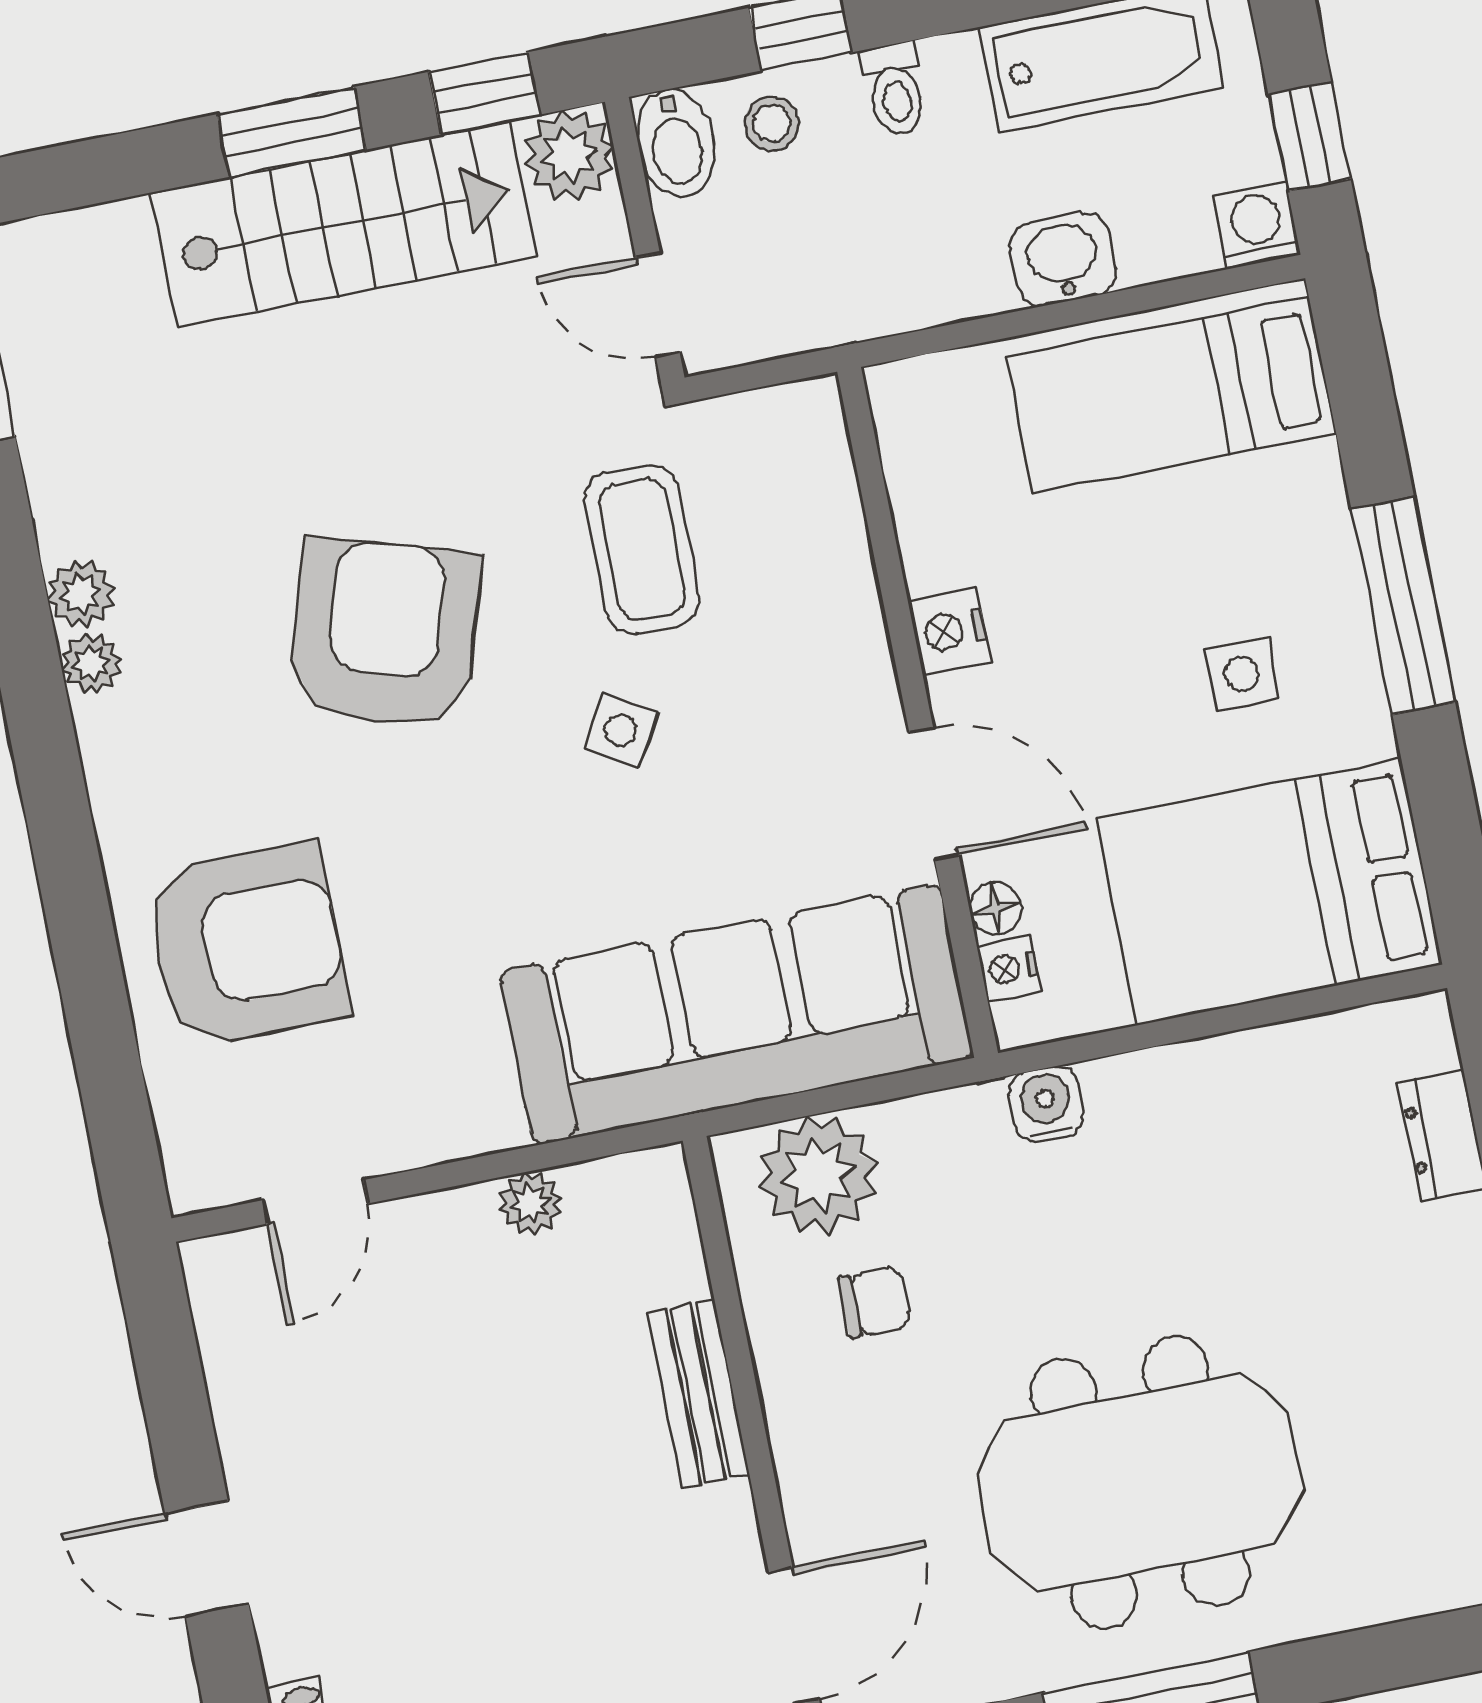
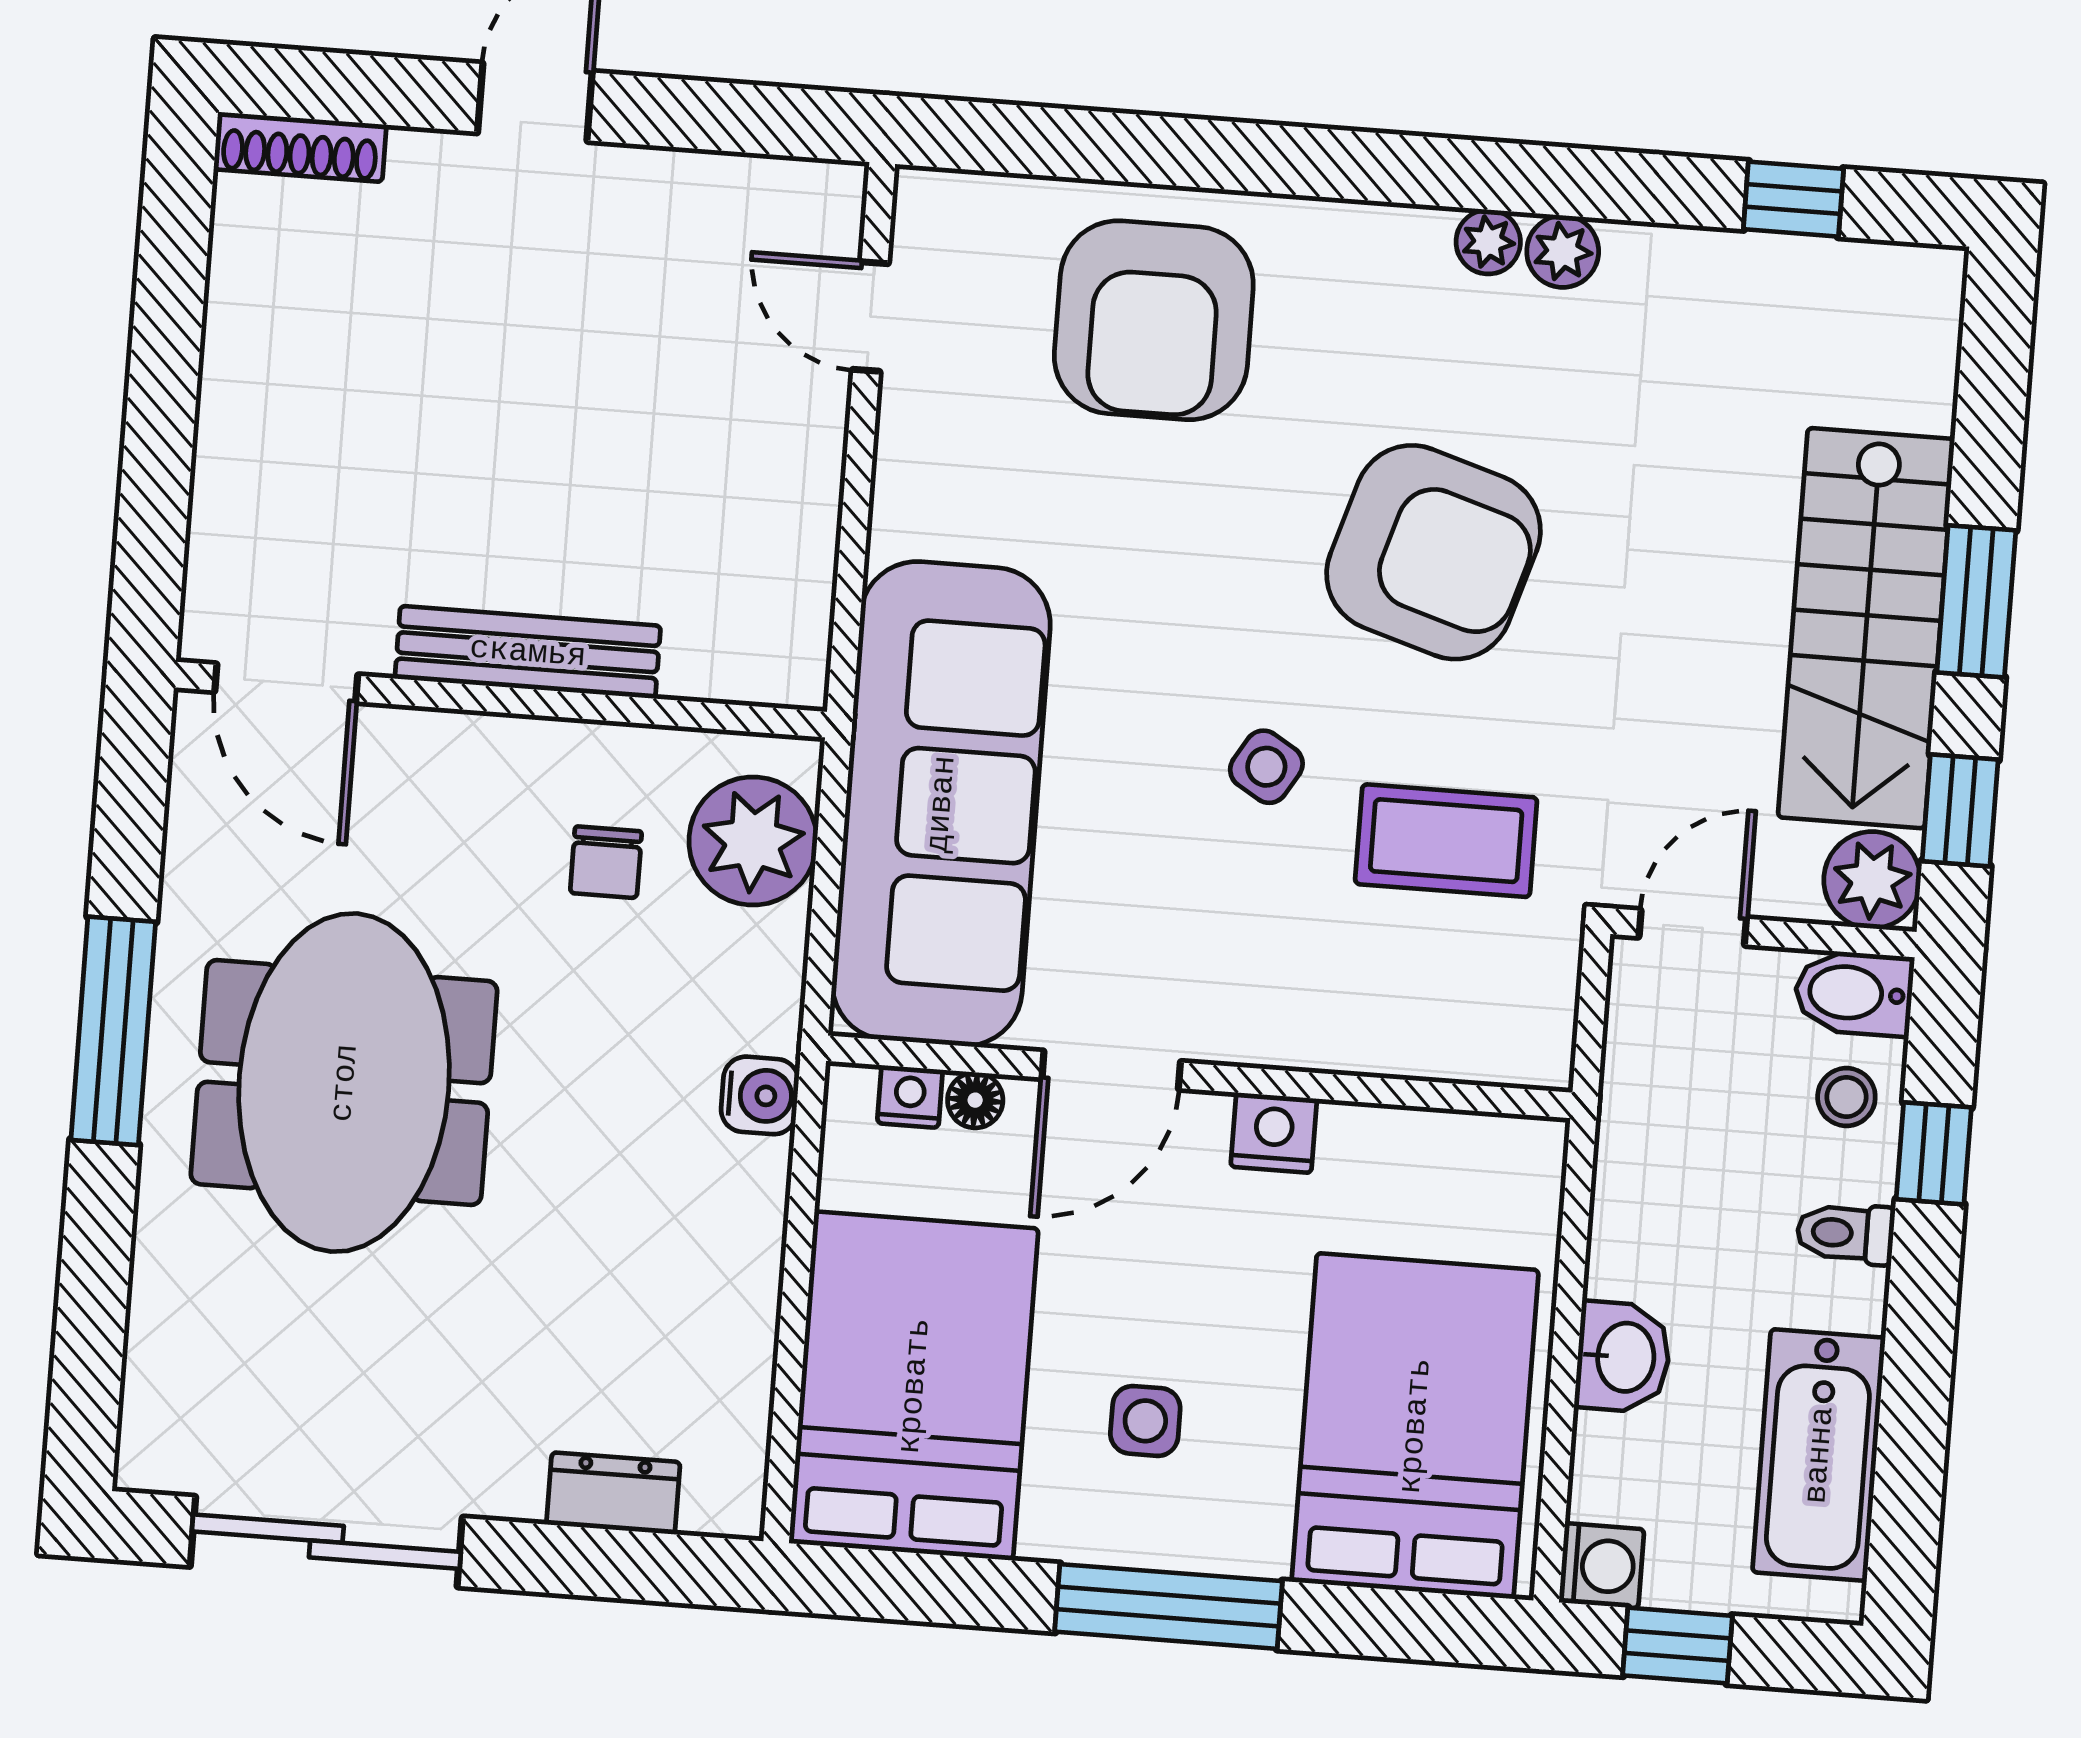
bed: (1171, 395) -> (1415, 1426), width x1.50
plant: (530, 1203) -> (807, 537), removed
bench: (698, 1394) -> (528, 652), width x1.36

